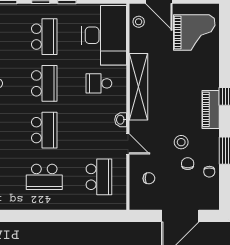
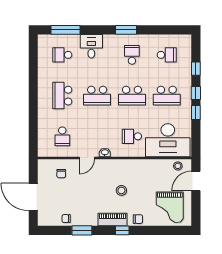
school desk: (99, 83) -> (132, 136), turned -90
shelving: (139, 87) -> (129, 166), removed
stool: (181, 142) -> (121, 190), moved
chair: (188, 164) -> (138, 219), moved
school desk: (99, 177) -> (62, 136), width x0.54

